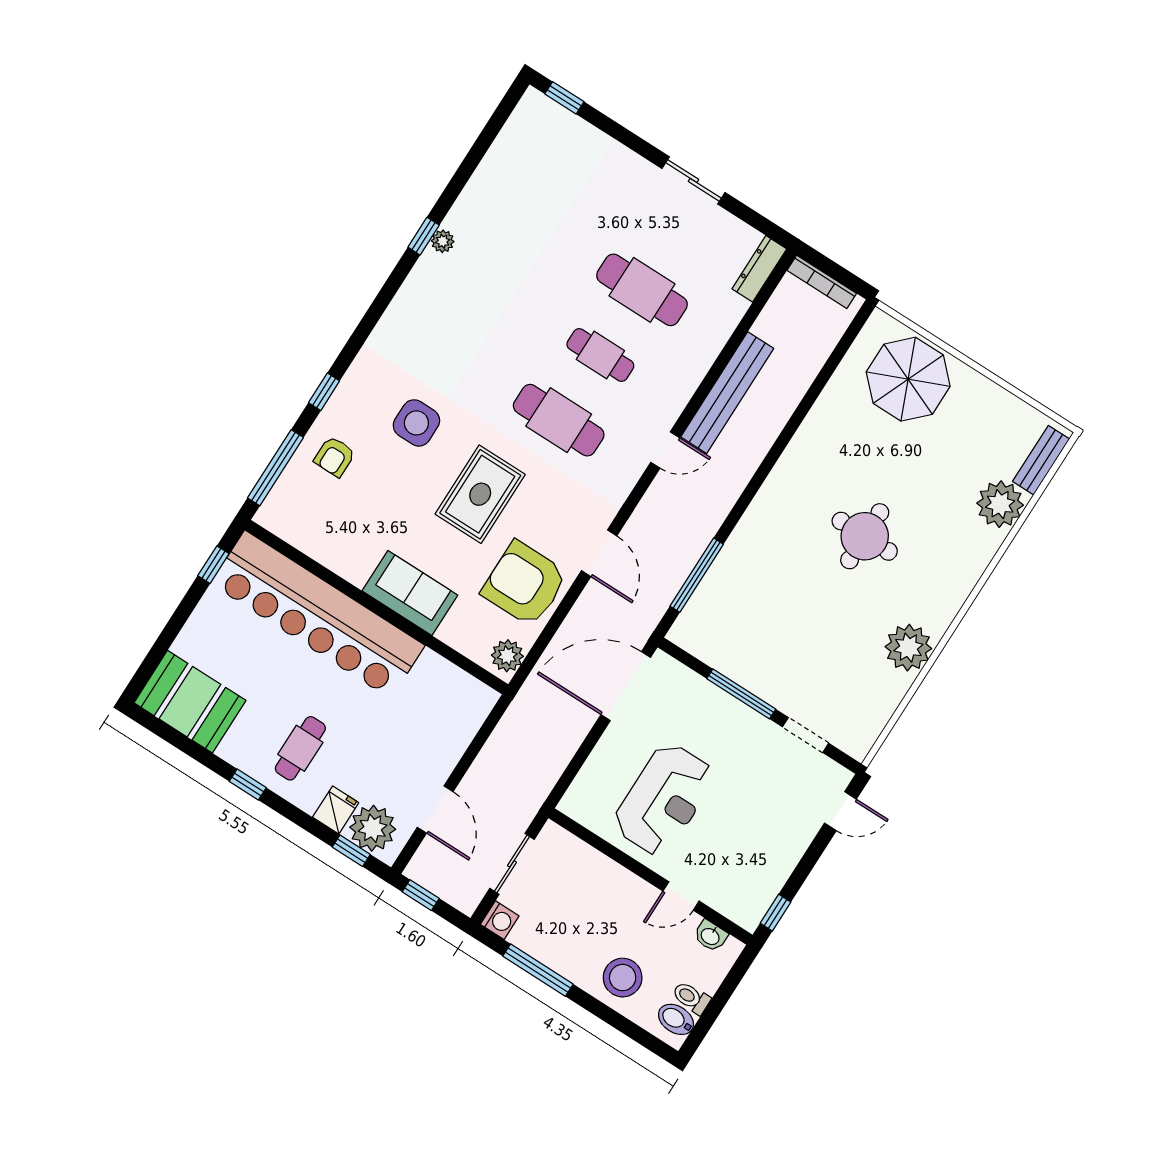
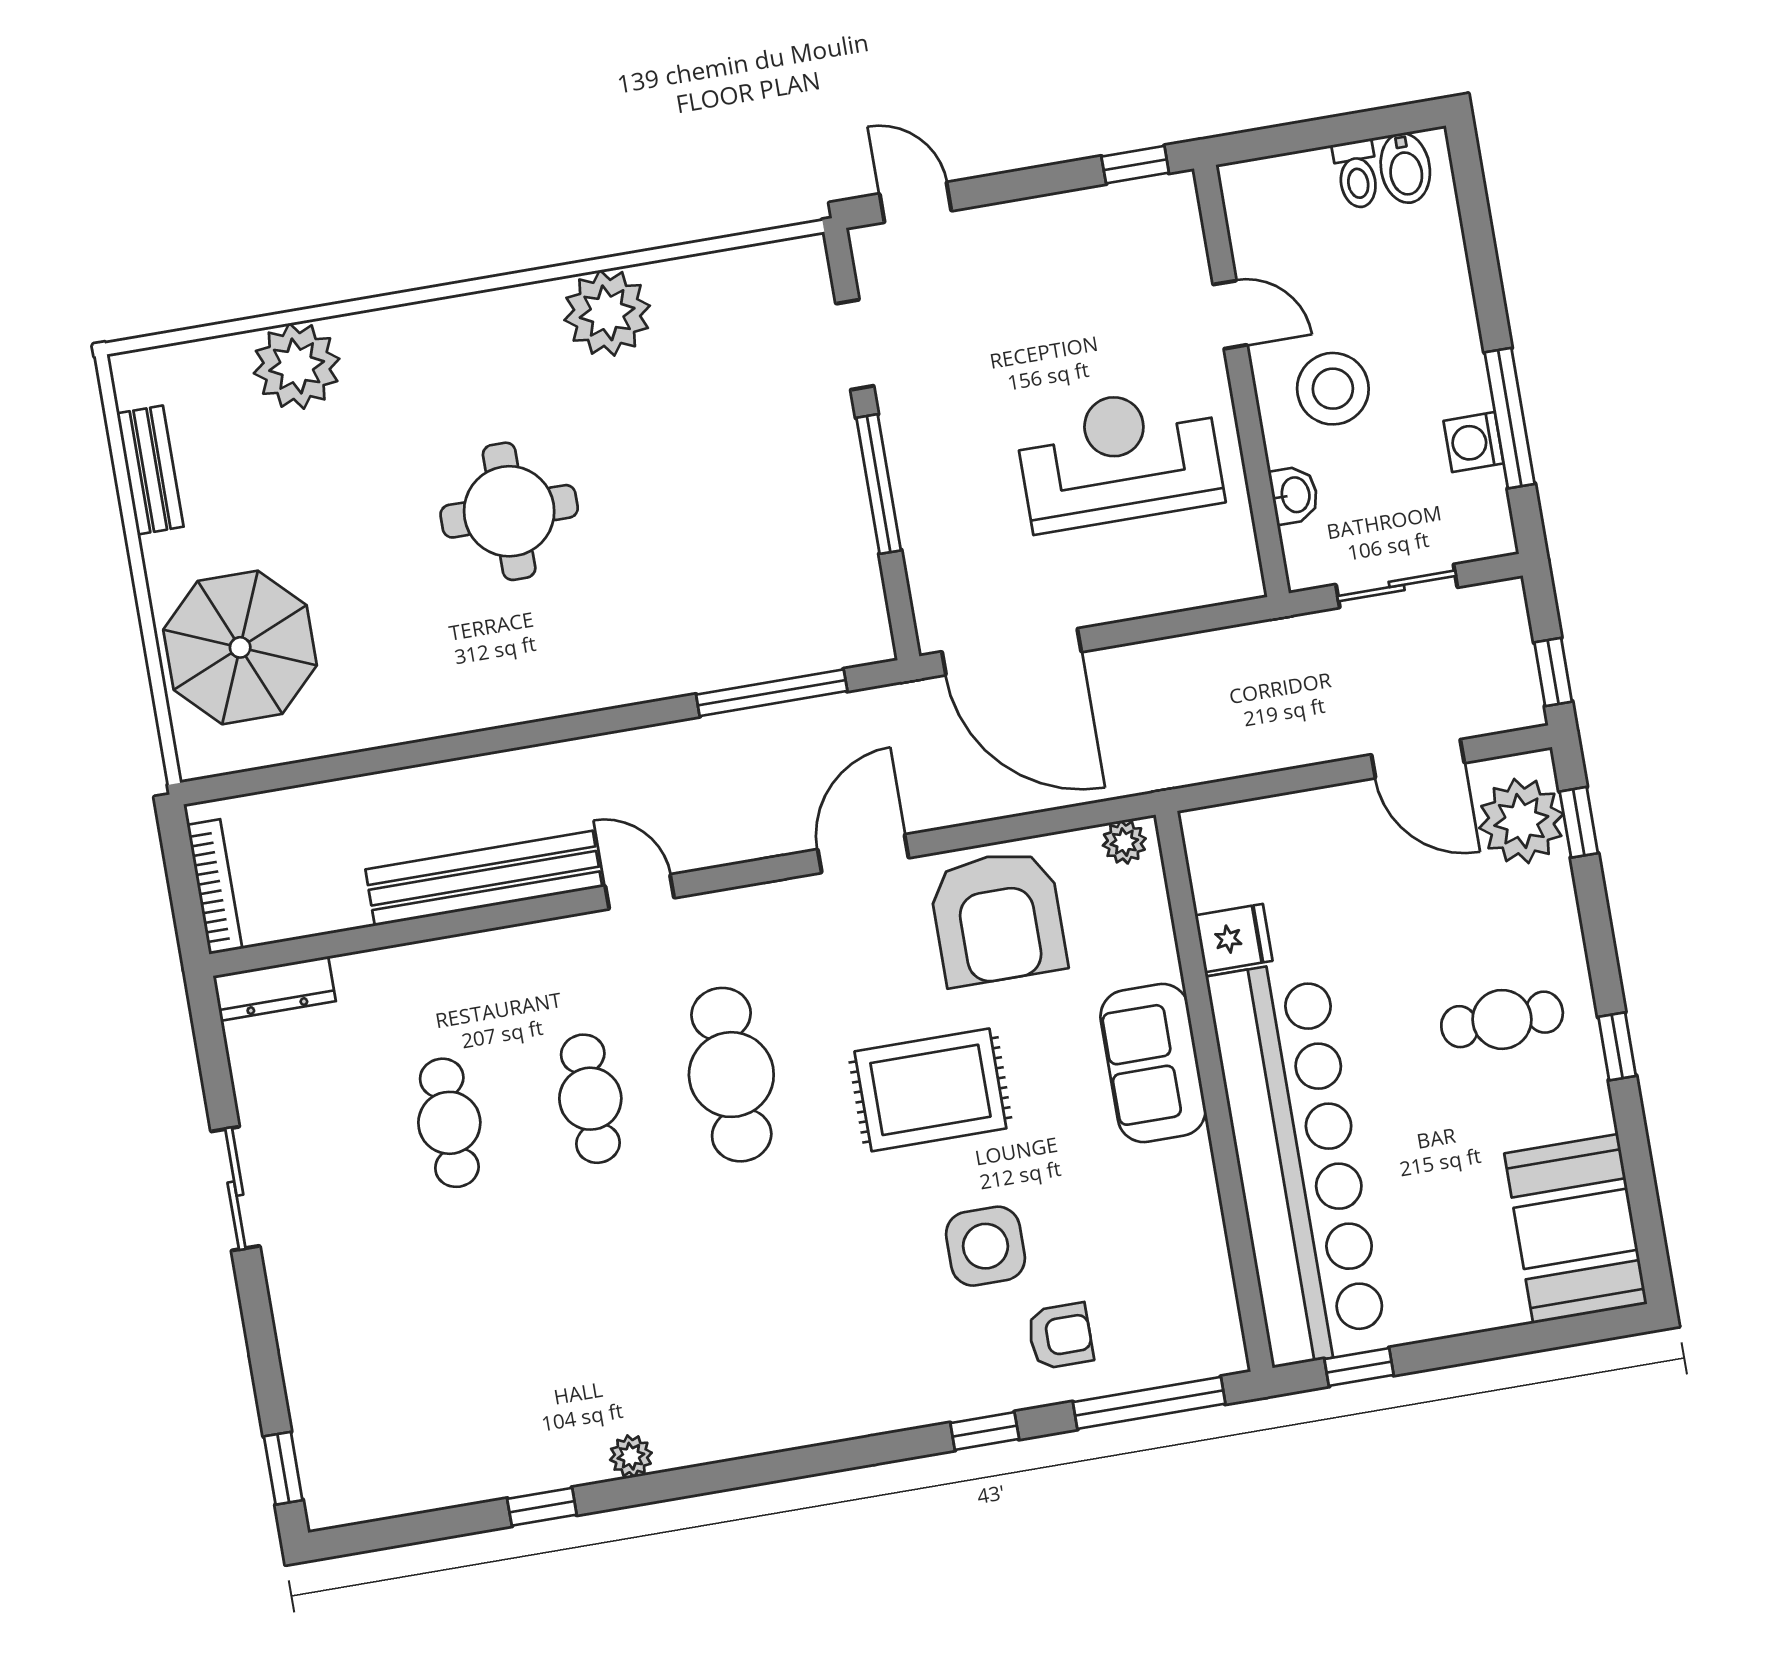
window: (424, 236) -> (542, 1507), moved
cafe table: (642, 290) -> (449, 1123), width x0.73, depth x0.74
side table: (416, 423) -> (985, 1246), moved
bench: (1041, 460) -> (150, 470), moved, turned 90
plant: (507, 656) -> (1124, 842), width x0.73, depth x0.73
fridge: (336, 810) -> (1234, 938), moved, turned 180
door: (435, 810) -> (1418, 759), swing flipped
washing machine: (500, 920) -> (1474, 442), moved, turned -90
washbasin: (710, 936) -> (1294, 495), moved
stool: (623, 978) -> (1333, 389), moved

